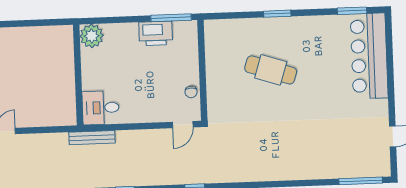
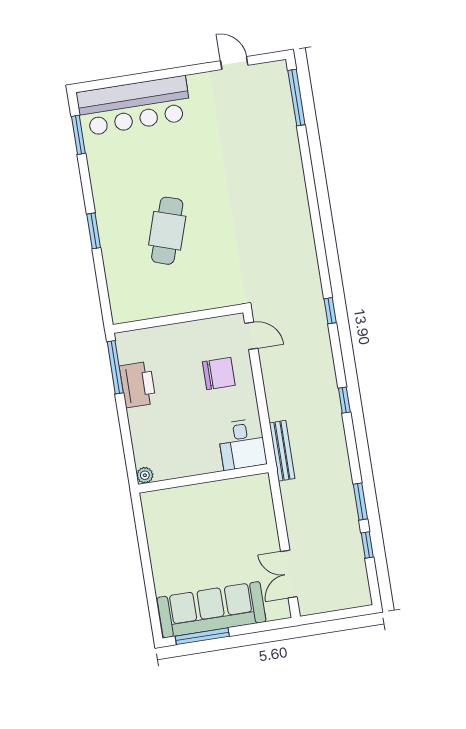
plant: (92, 36) -> (145, 475), width x0.53, depth x0.53
chair: (191, 92) -> (219, 374), moved, width x1.87, depth x1.87

